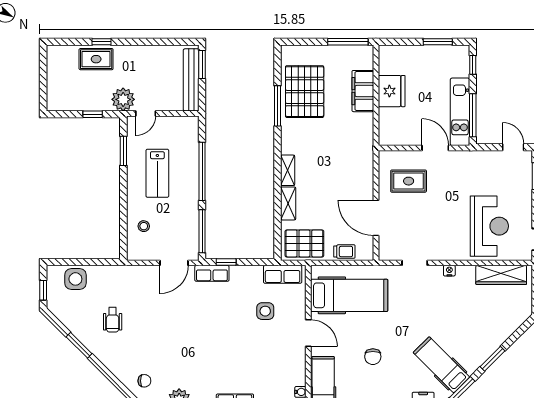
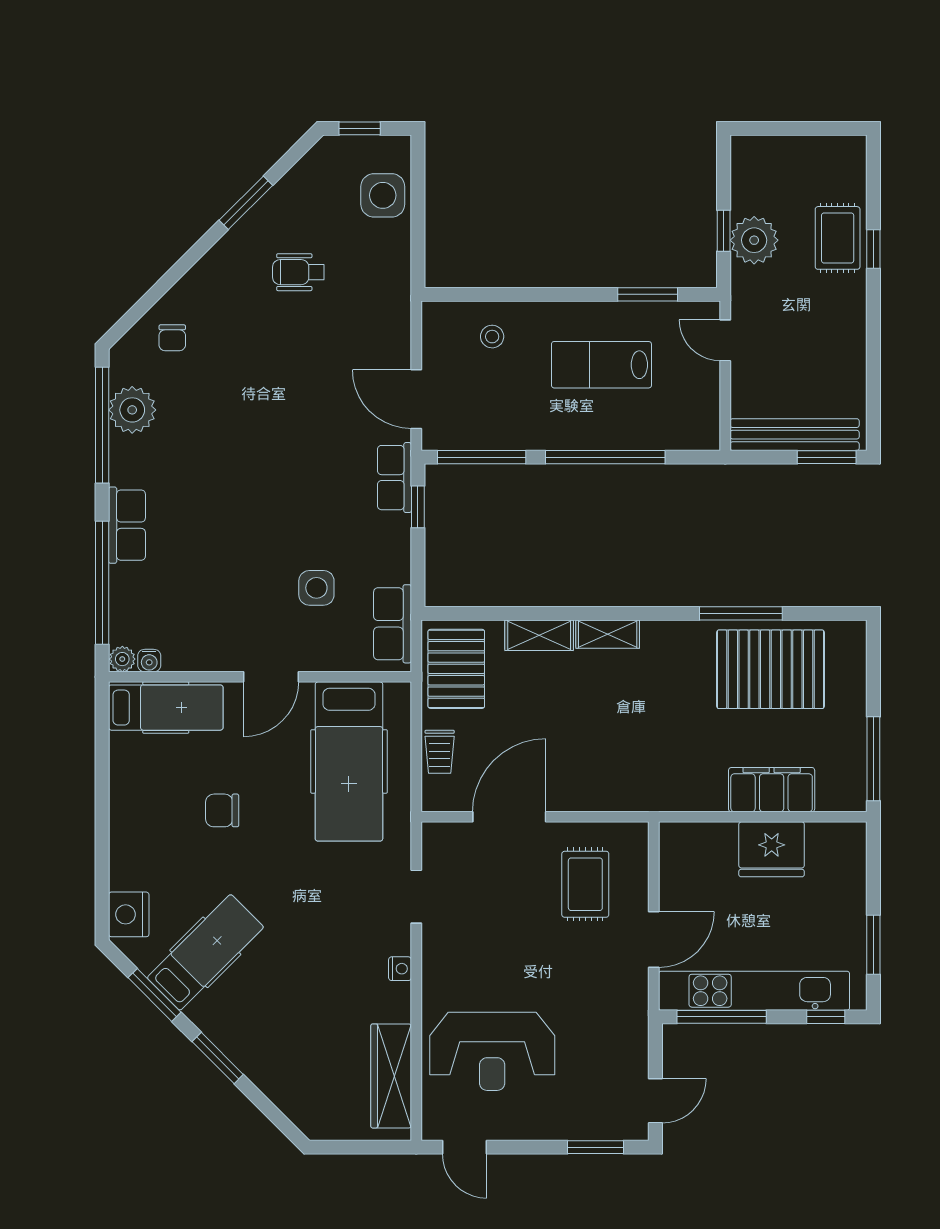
plant: (123, 99) -> (754, 240), moved
kitchen unit: (460, 112) -> (754, 991), width x1.36

